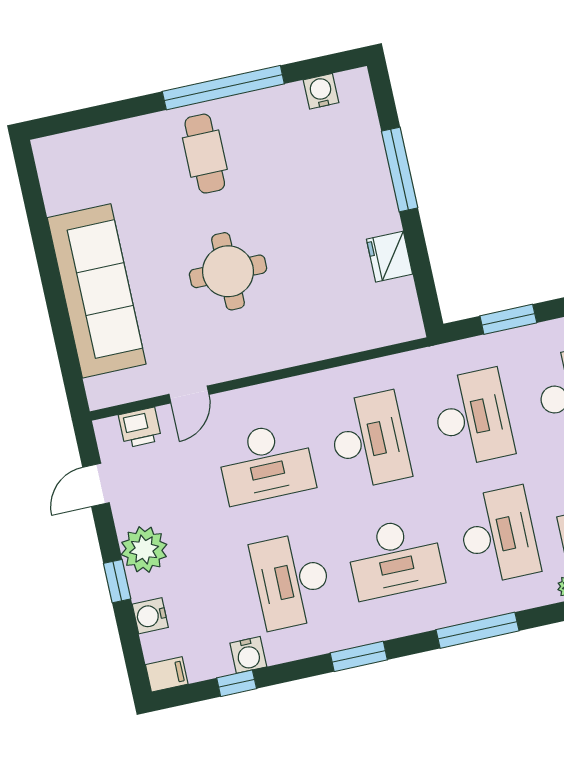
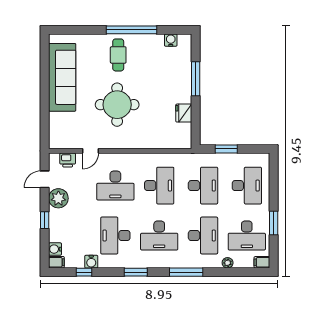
round table: (228, 271) -> (117, 105), width x1.36, depth x1.36
sofa: (97, 291) -> (62, 77), moved
plant: (144, 549) -> (58, 198), moved
water cooler: (150, 616) -> (55, 249), moved

